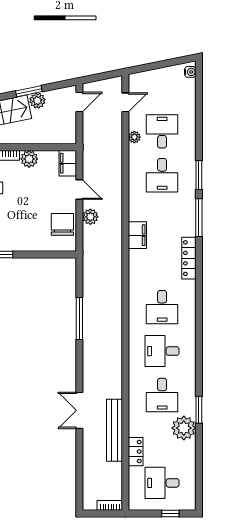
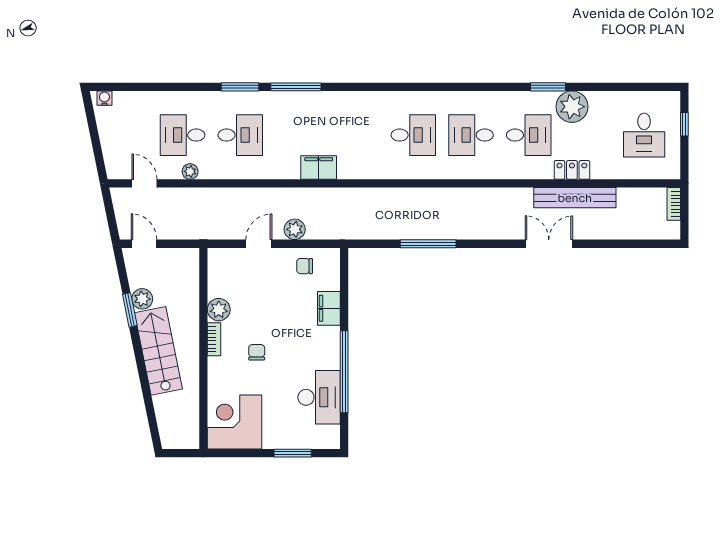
filing cabinet: (68, 163) -> (329, 308), moved, turned 90
chair: (62, 224) -> (305, 266), width x0.54, depth x0.54
locker: (189, 258) -> (349, 100), removed
desk: (162, 351) -> (471, 135), turned 90
double door: (79, 410) -> (549, 244), swing flipped
locker: (136, 452) -> (572, 170), moved

